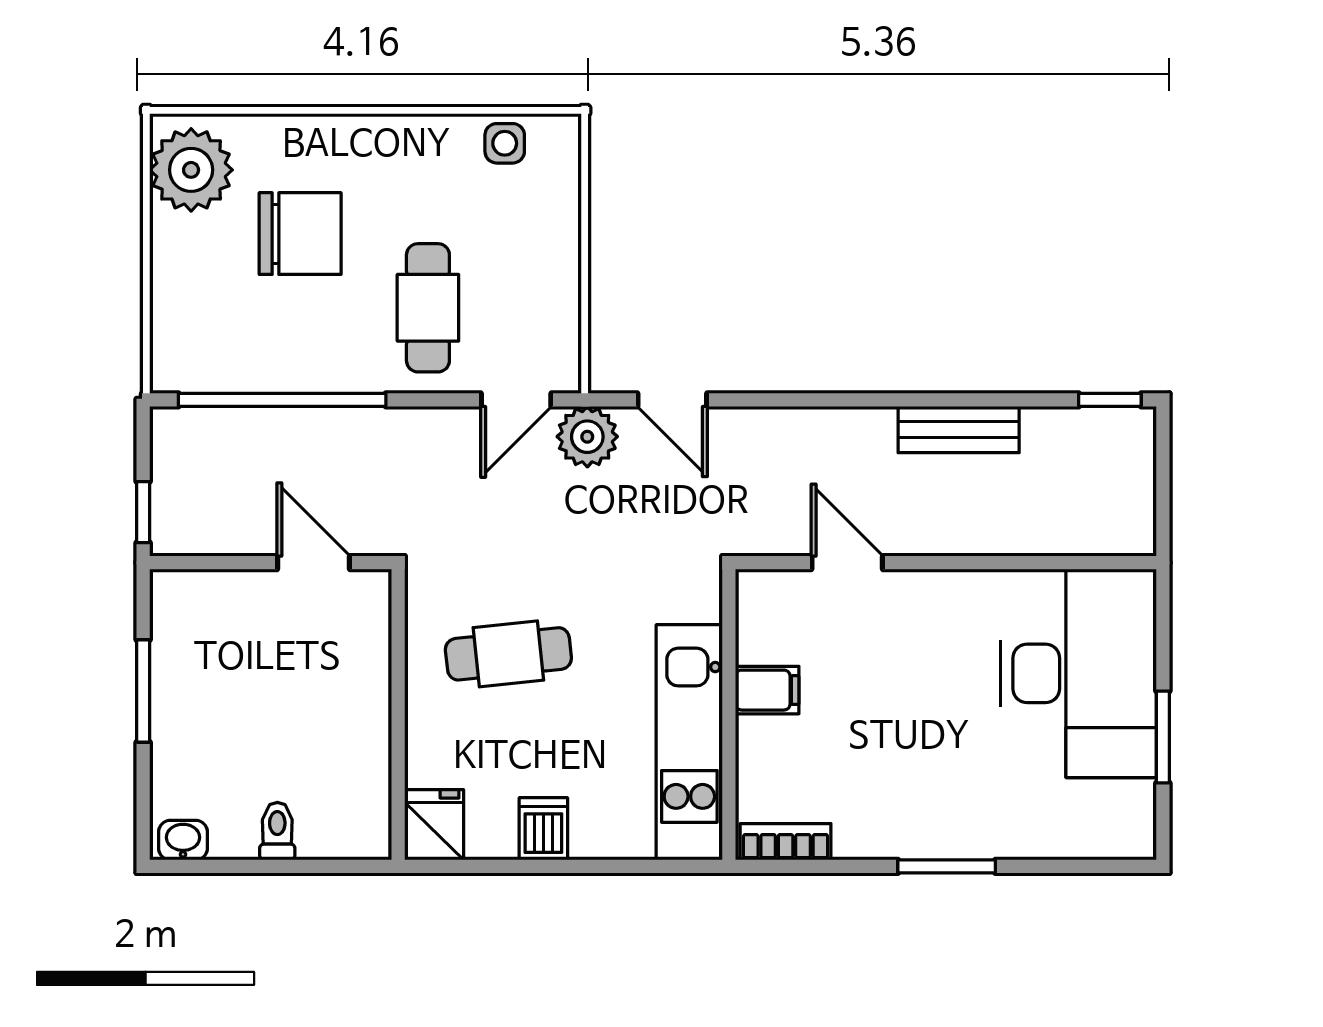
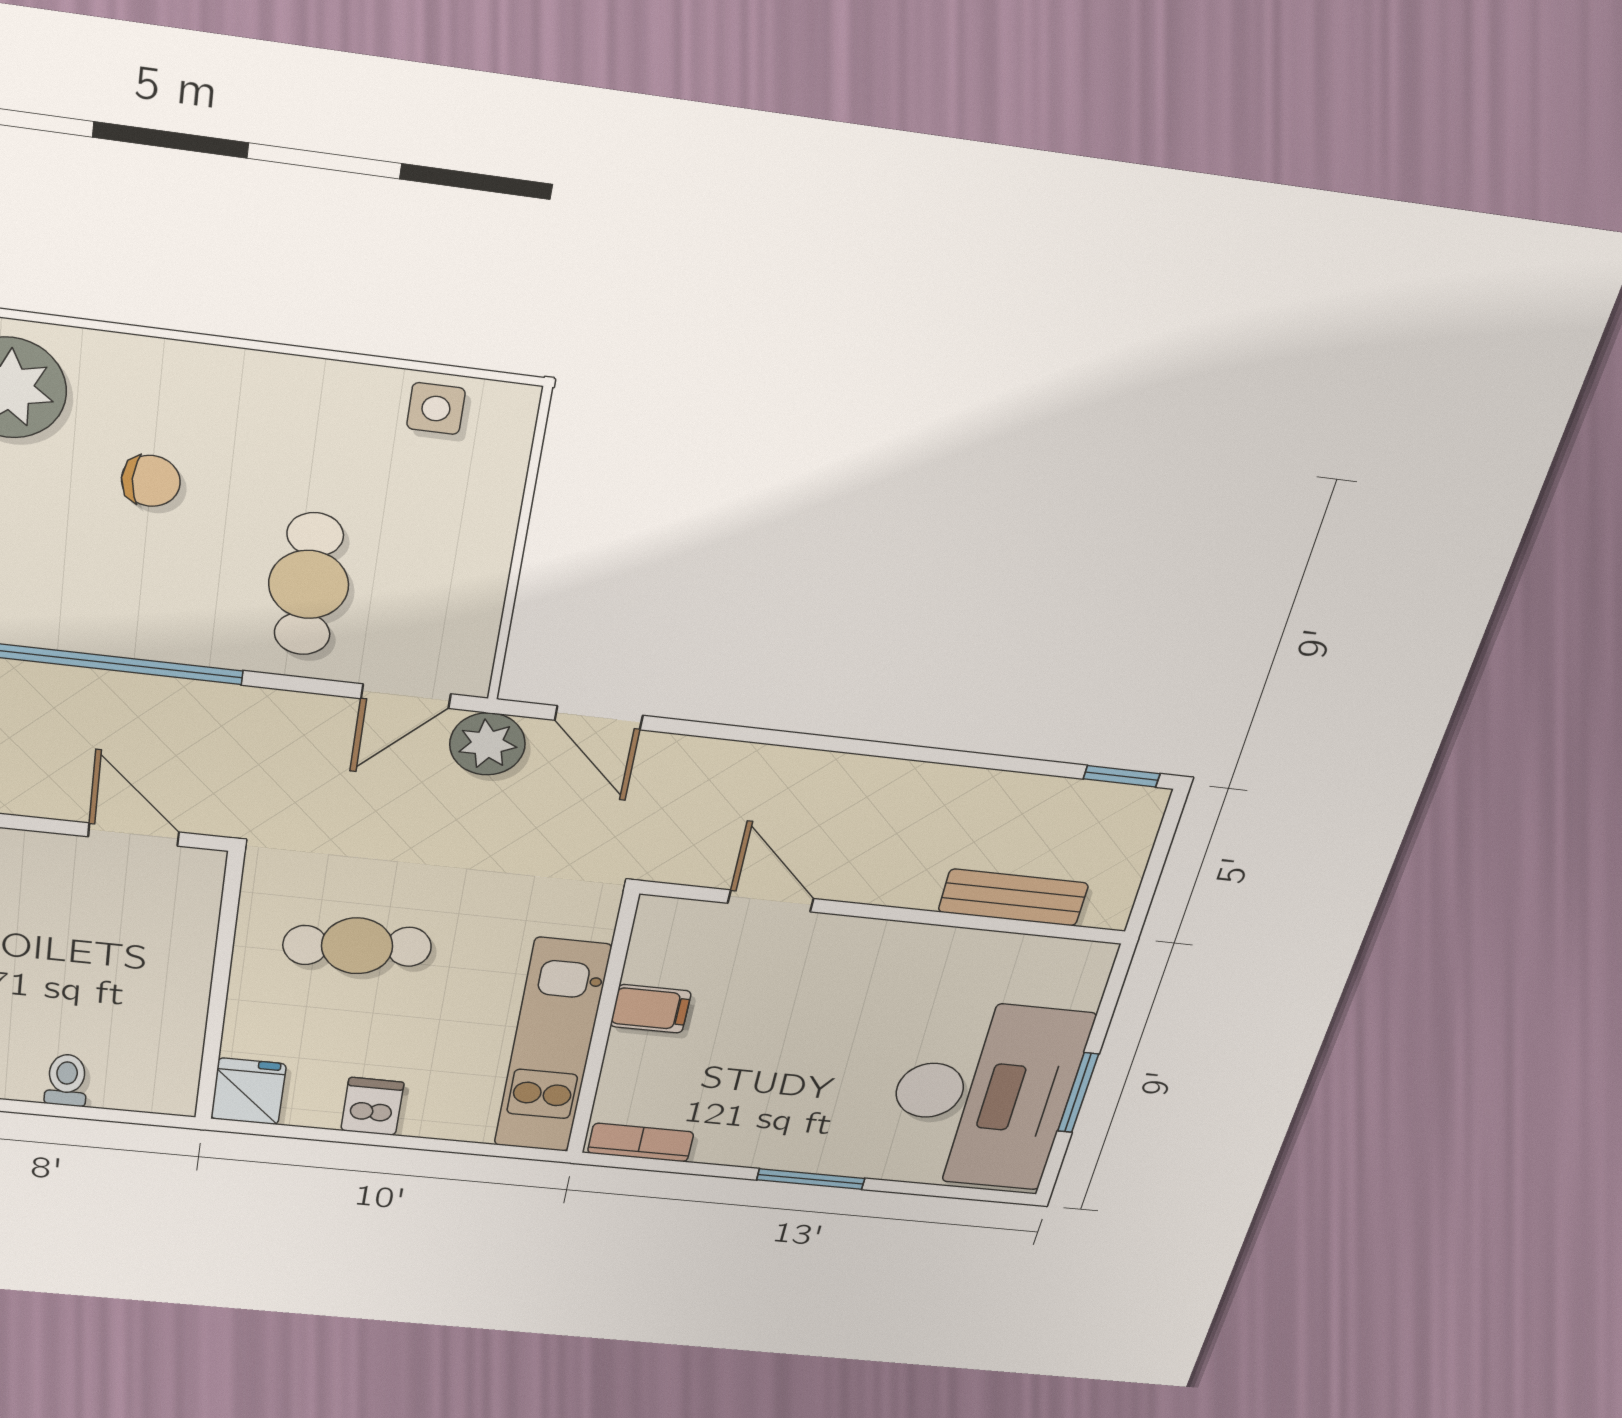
chair: (300, 234) -> (151, 481), width x0.54, depth x0.54
bench: (959, 430) -> (1013, 898), moved
desk: (1078, 673) -> (983, 1095), moved

